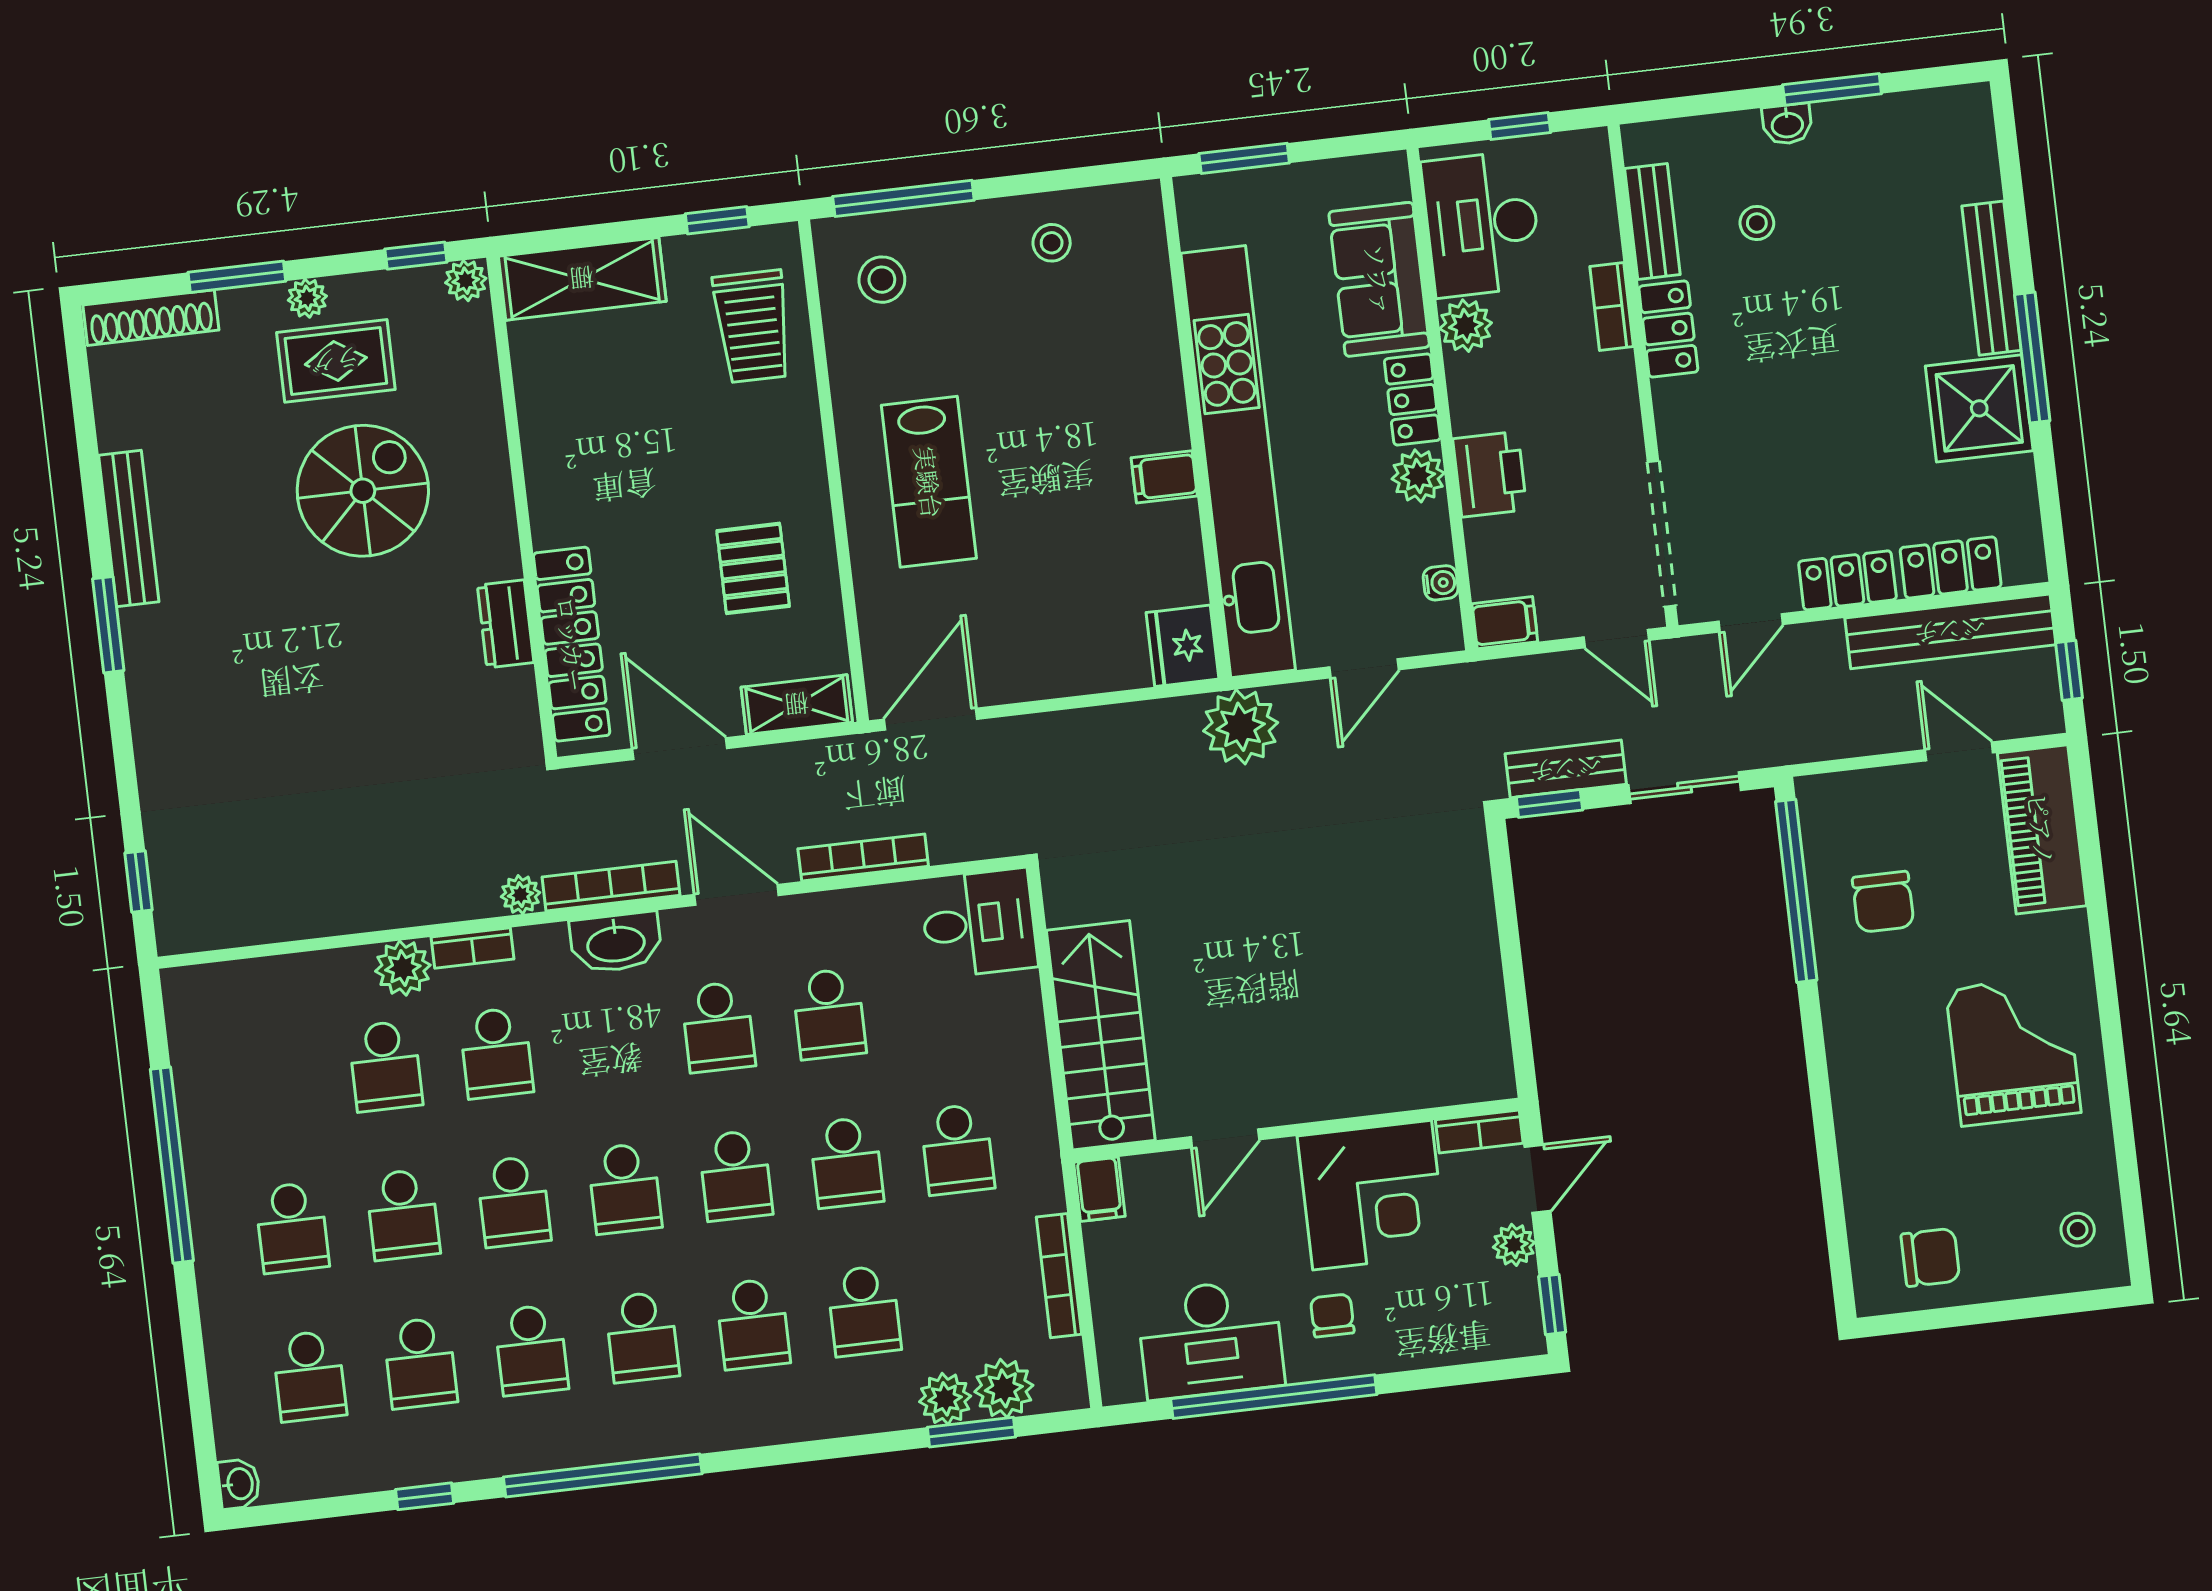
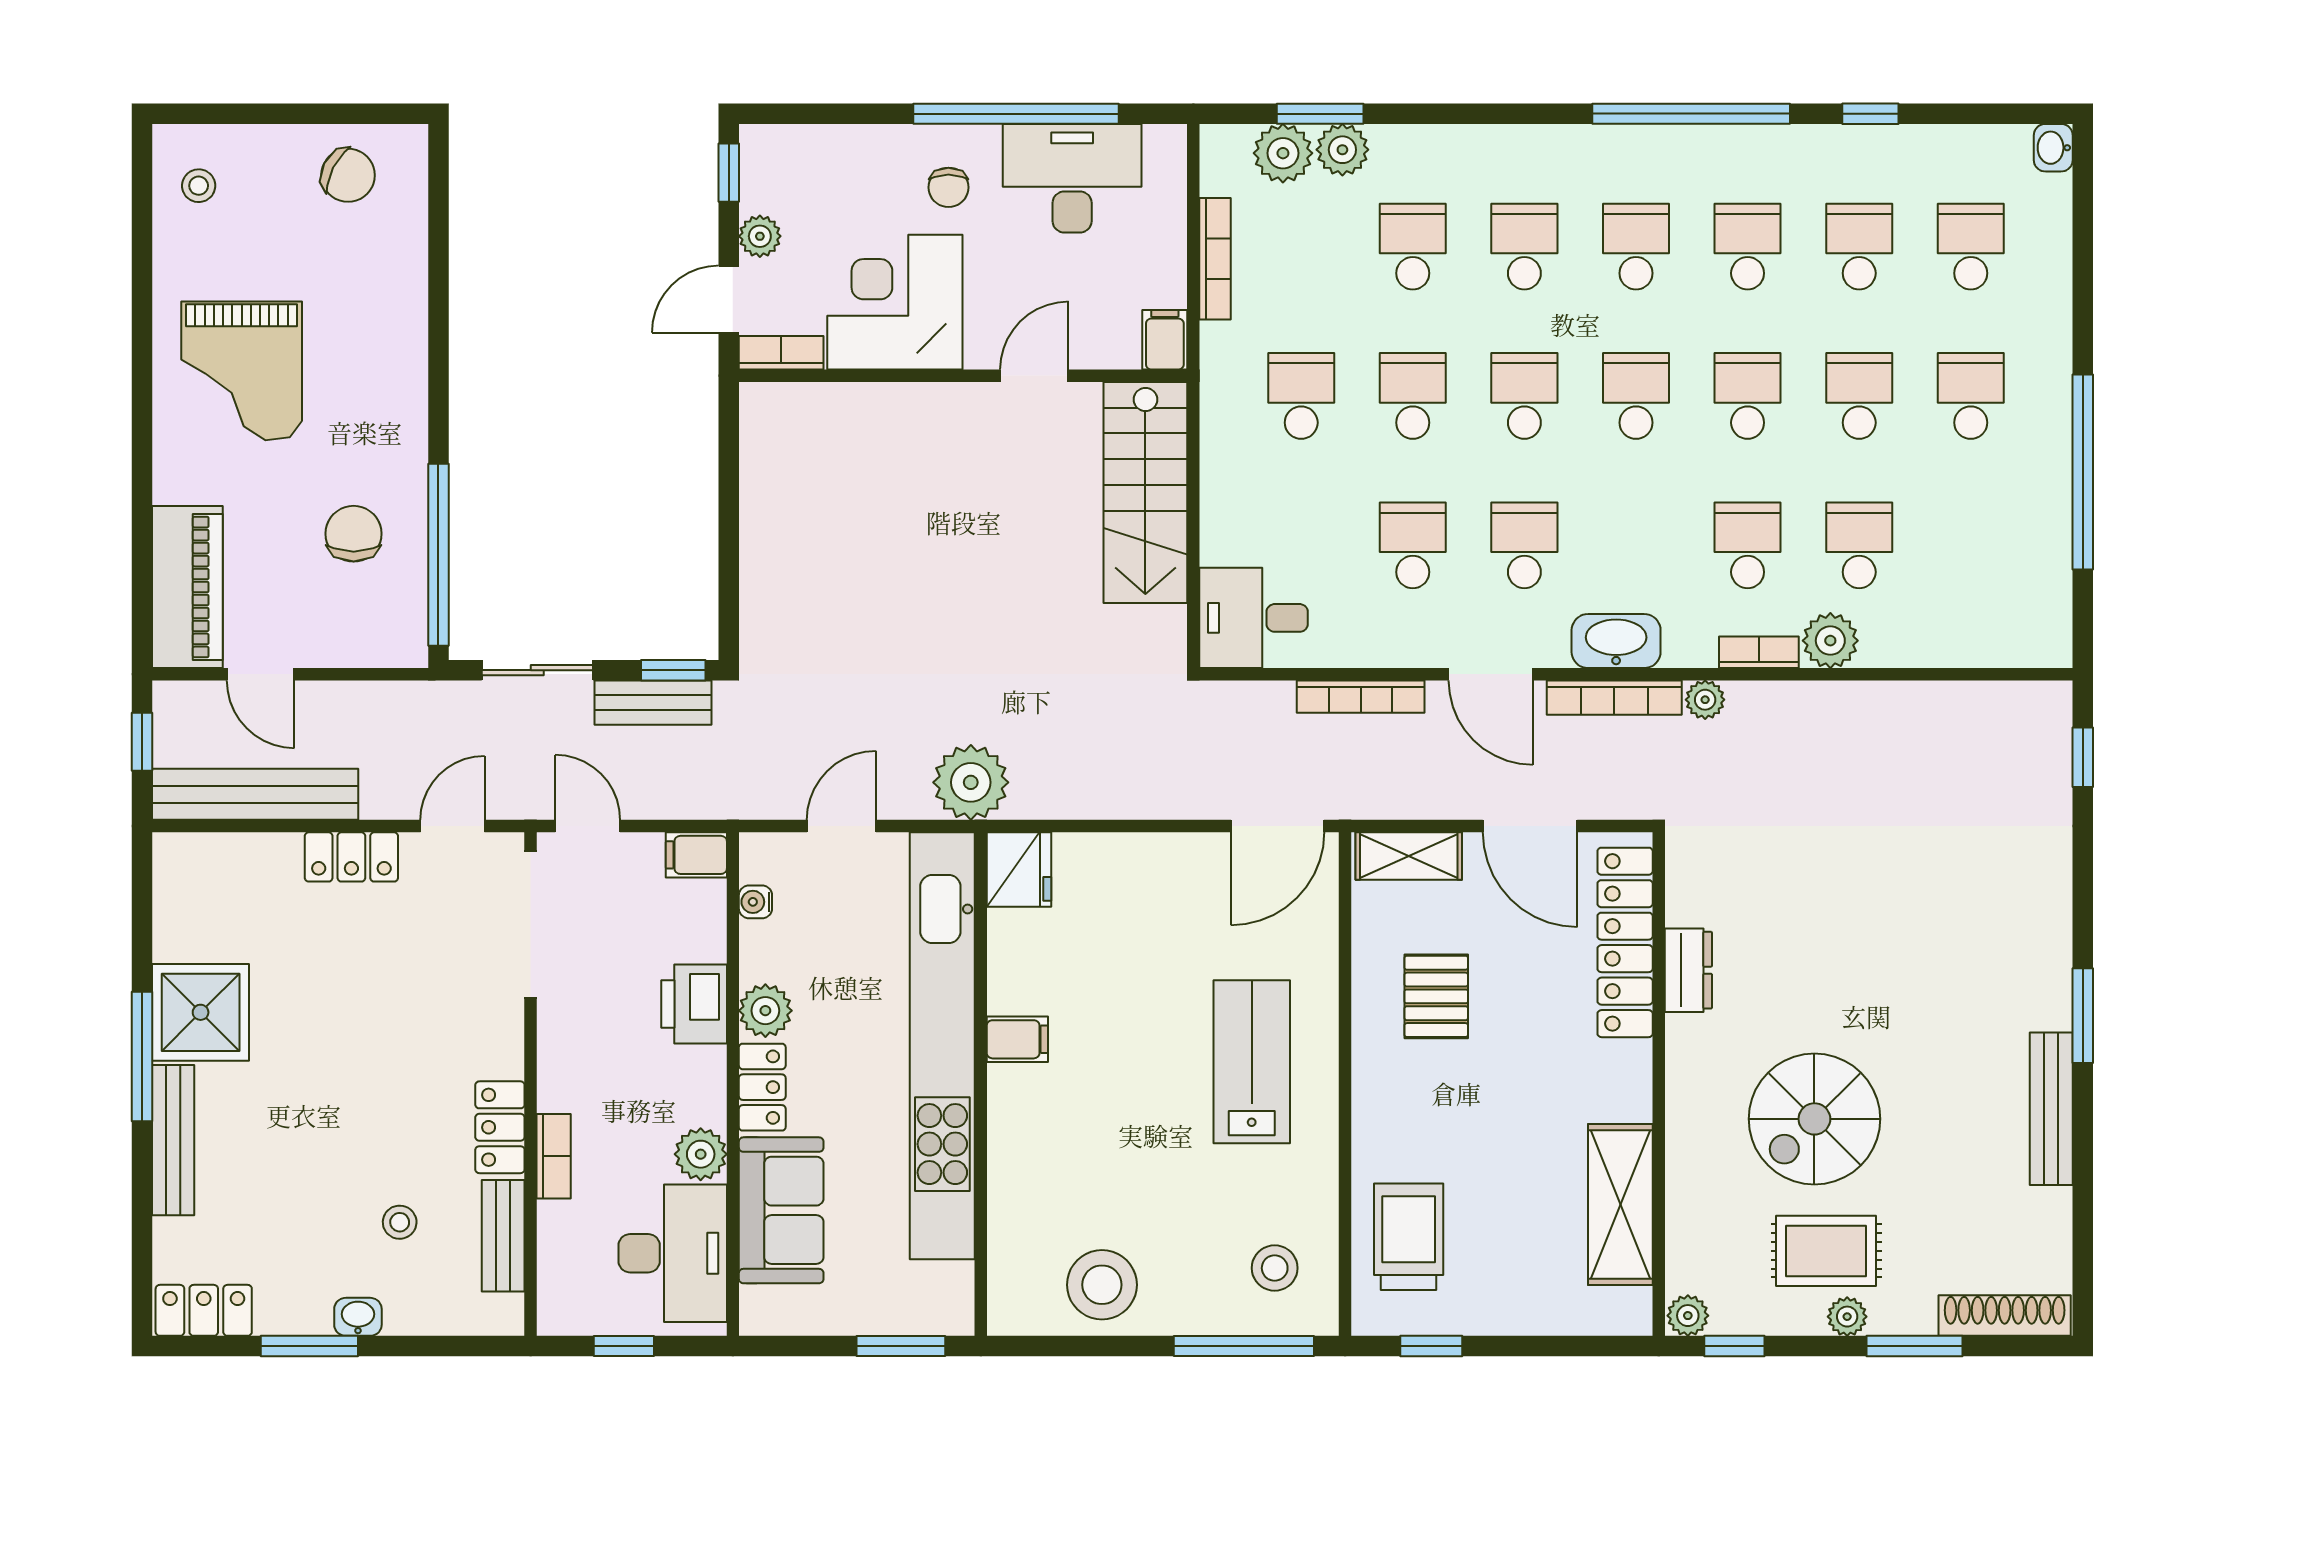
stool: (1052, 243) -> (1102, 1285), width x1.89, depth x1.89
shelving: (582, 279) -> (1620, 1204), moved, turned 90
locker: (1951, 567) -> (204, 1310), moved, turned 180
chair: (1930, 1257) -> (348, 175), turned -153

